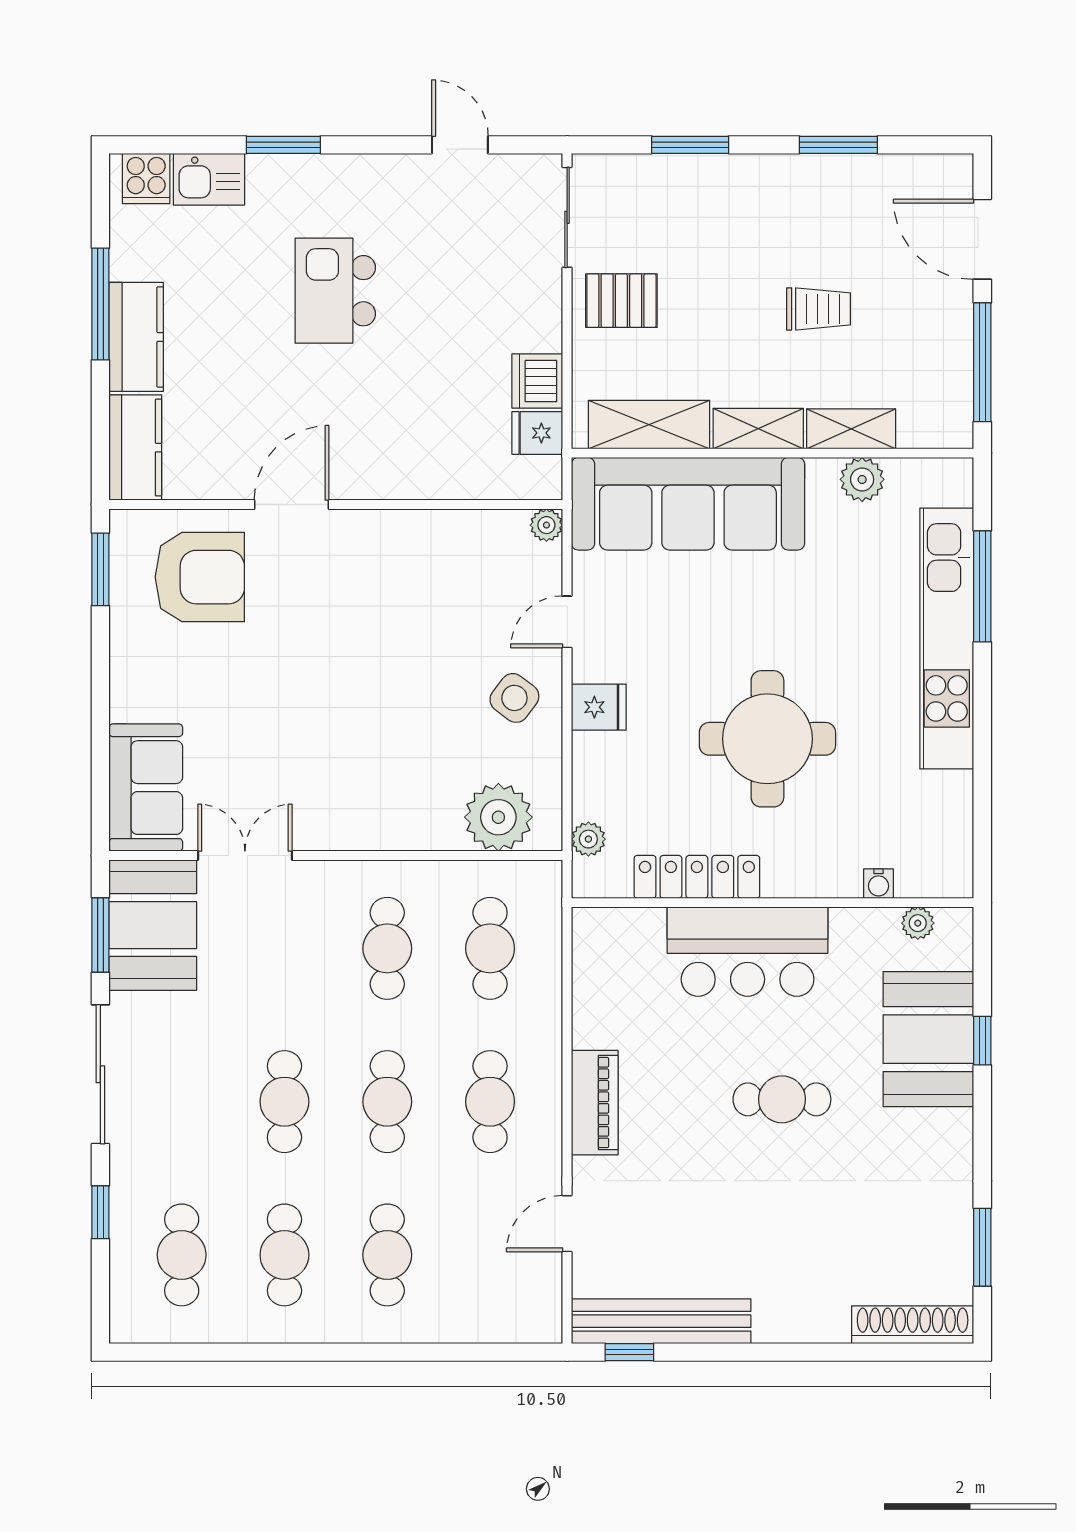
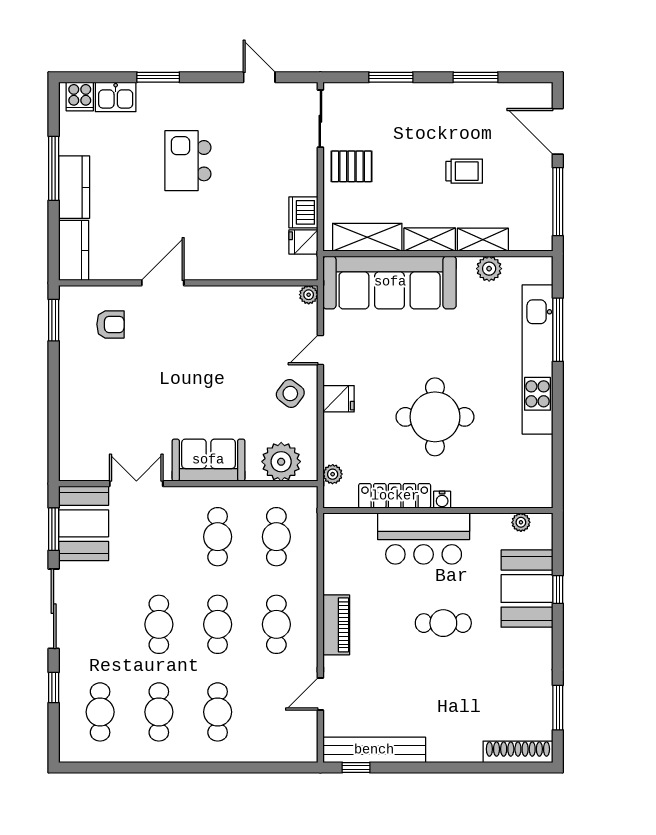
armchair: (200, 577) -> (110, 324), width x0.53, depth x0.53
sofa: (146, 788) -> (208, 460), moved, turned -90
water cooler: (879, 884) -> (442, 500), moved

